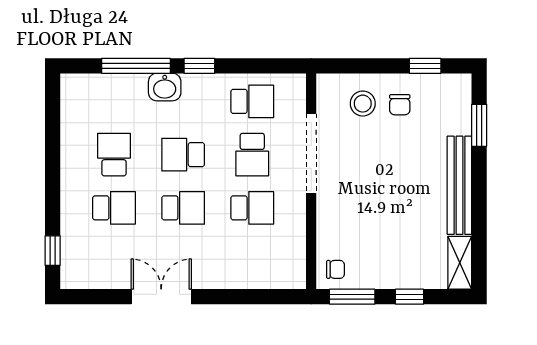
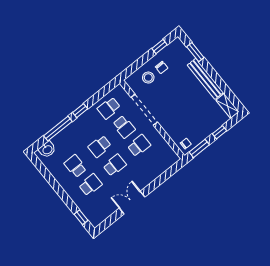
washbasin: (165, 87) -> (47, 149), moved
school desk: (252, 101) -> (109, 108), turned 180

